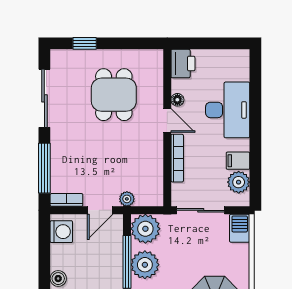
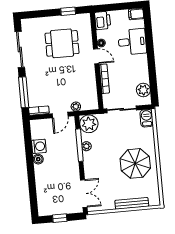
window: (85, 43) -> (68, 11), moved
dining table: (114, 95) -> (62, 43), turned 90
desk: (228, 110) -> (132, 42), width x0.73
filing cabinet: (238, 161) -> (136, 14), moved
washing machine: (61, 232) -> (39, 146), moved
plant: (145, 265) -> (87, 146), width x0.53, depth x0.53

